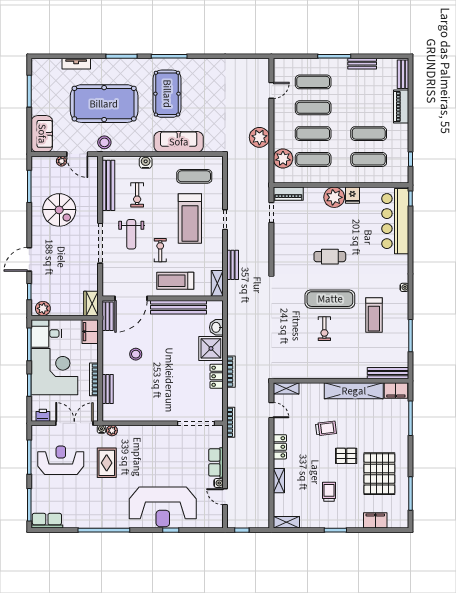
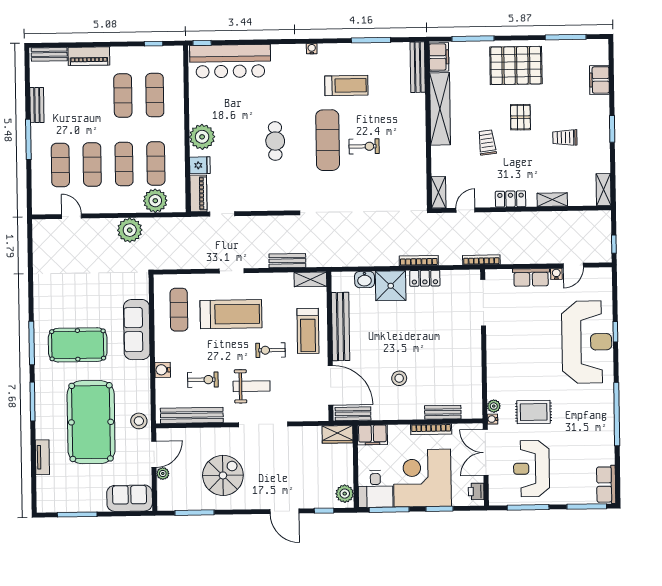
fridge: (352, 195) -> (200, 165), moved
pallet: (379, 474) -> (516, 65), moved

